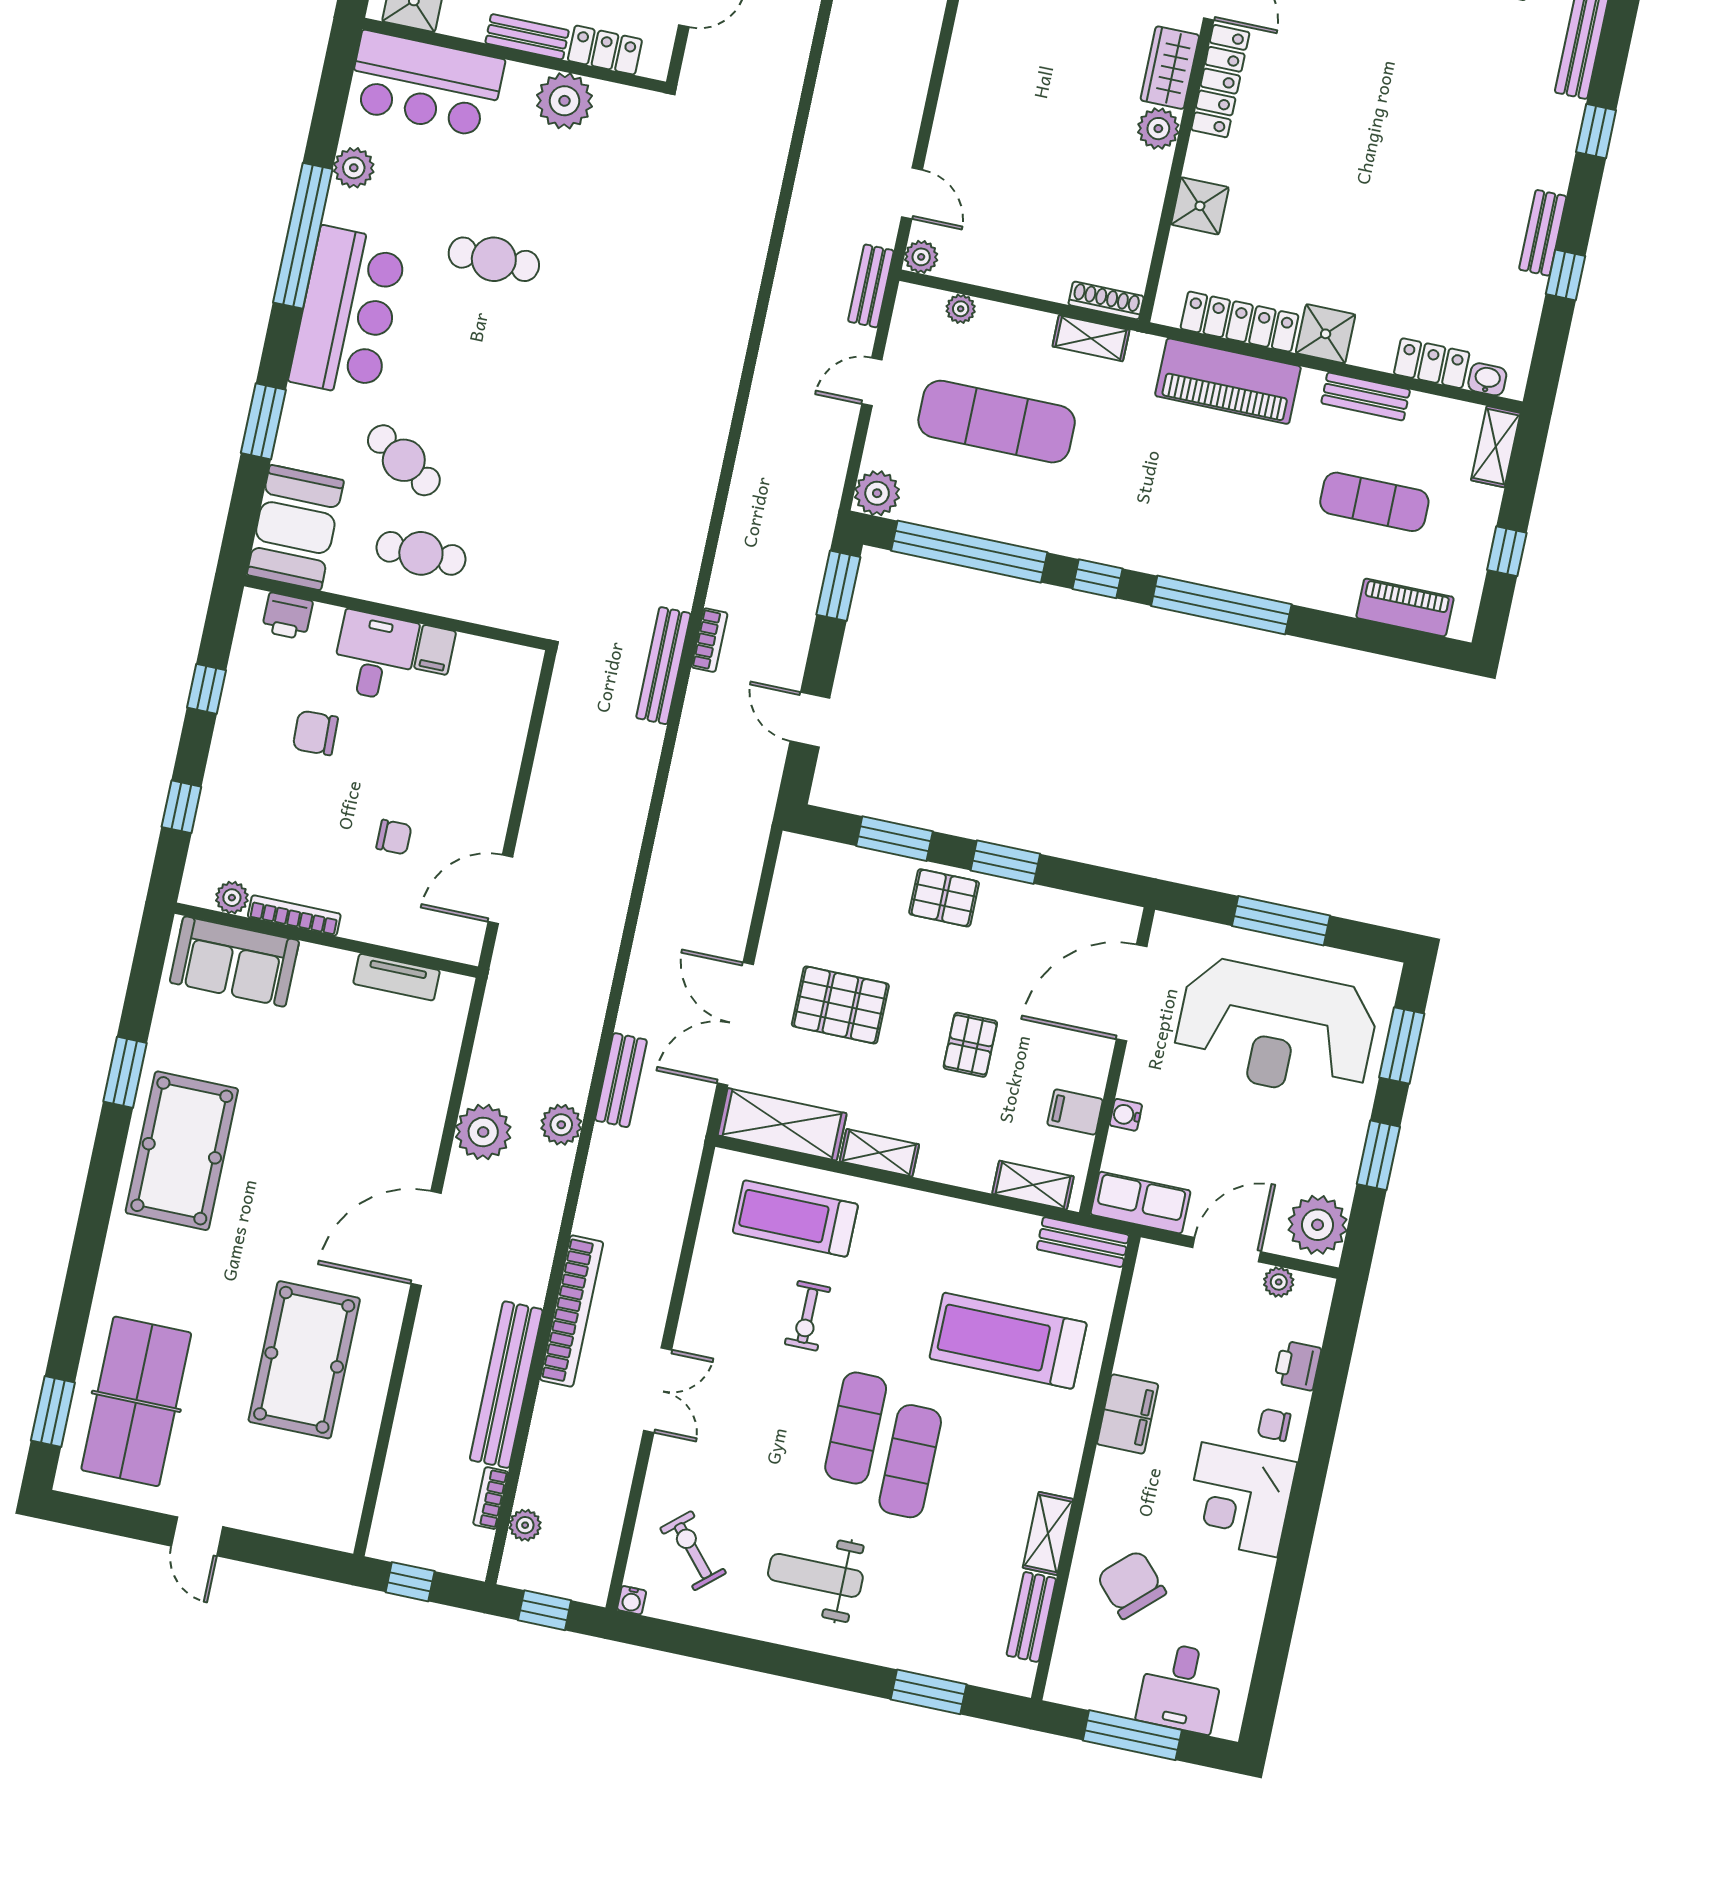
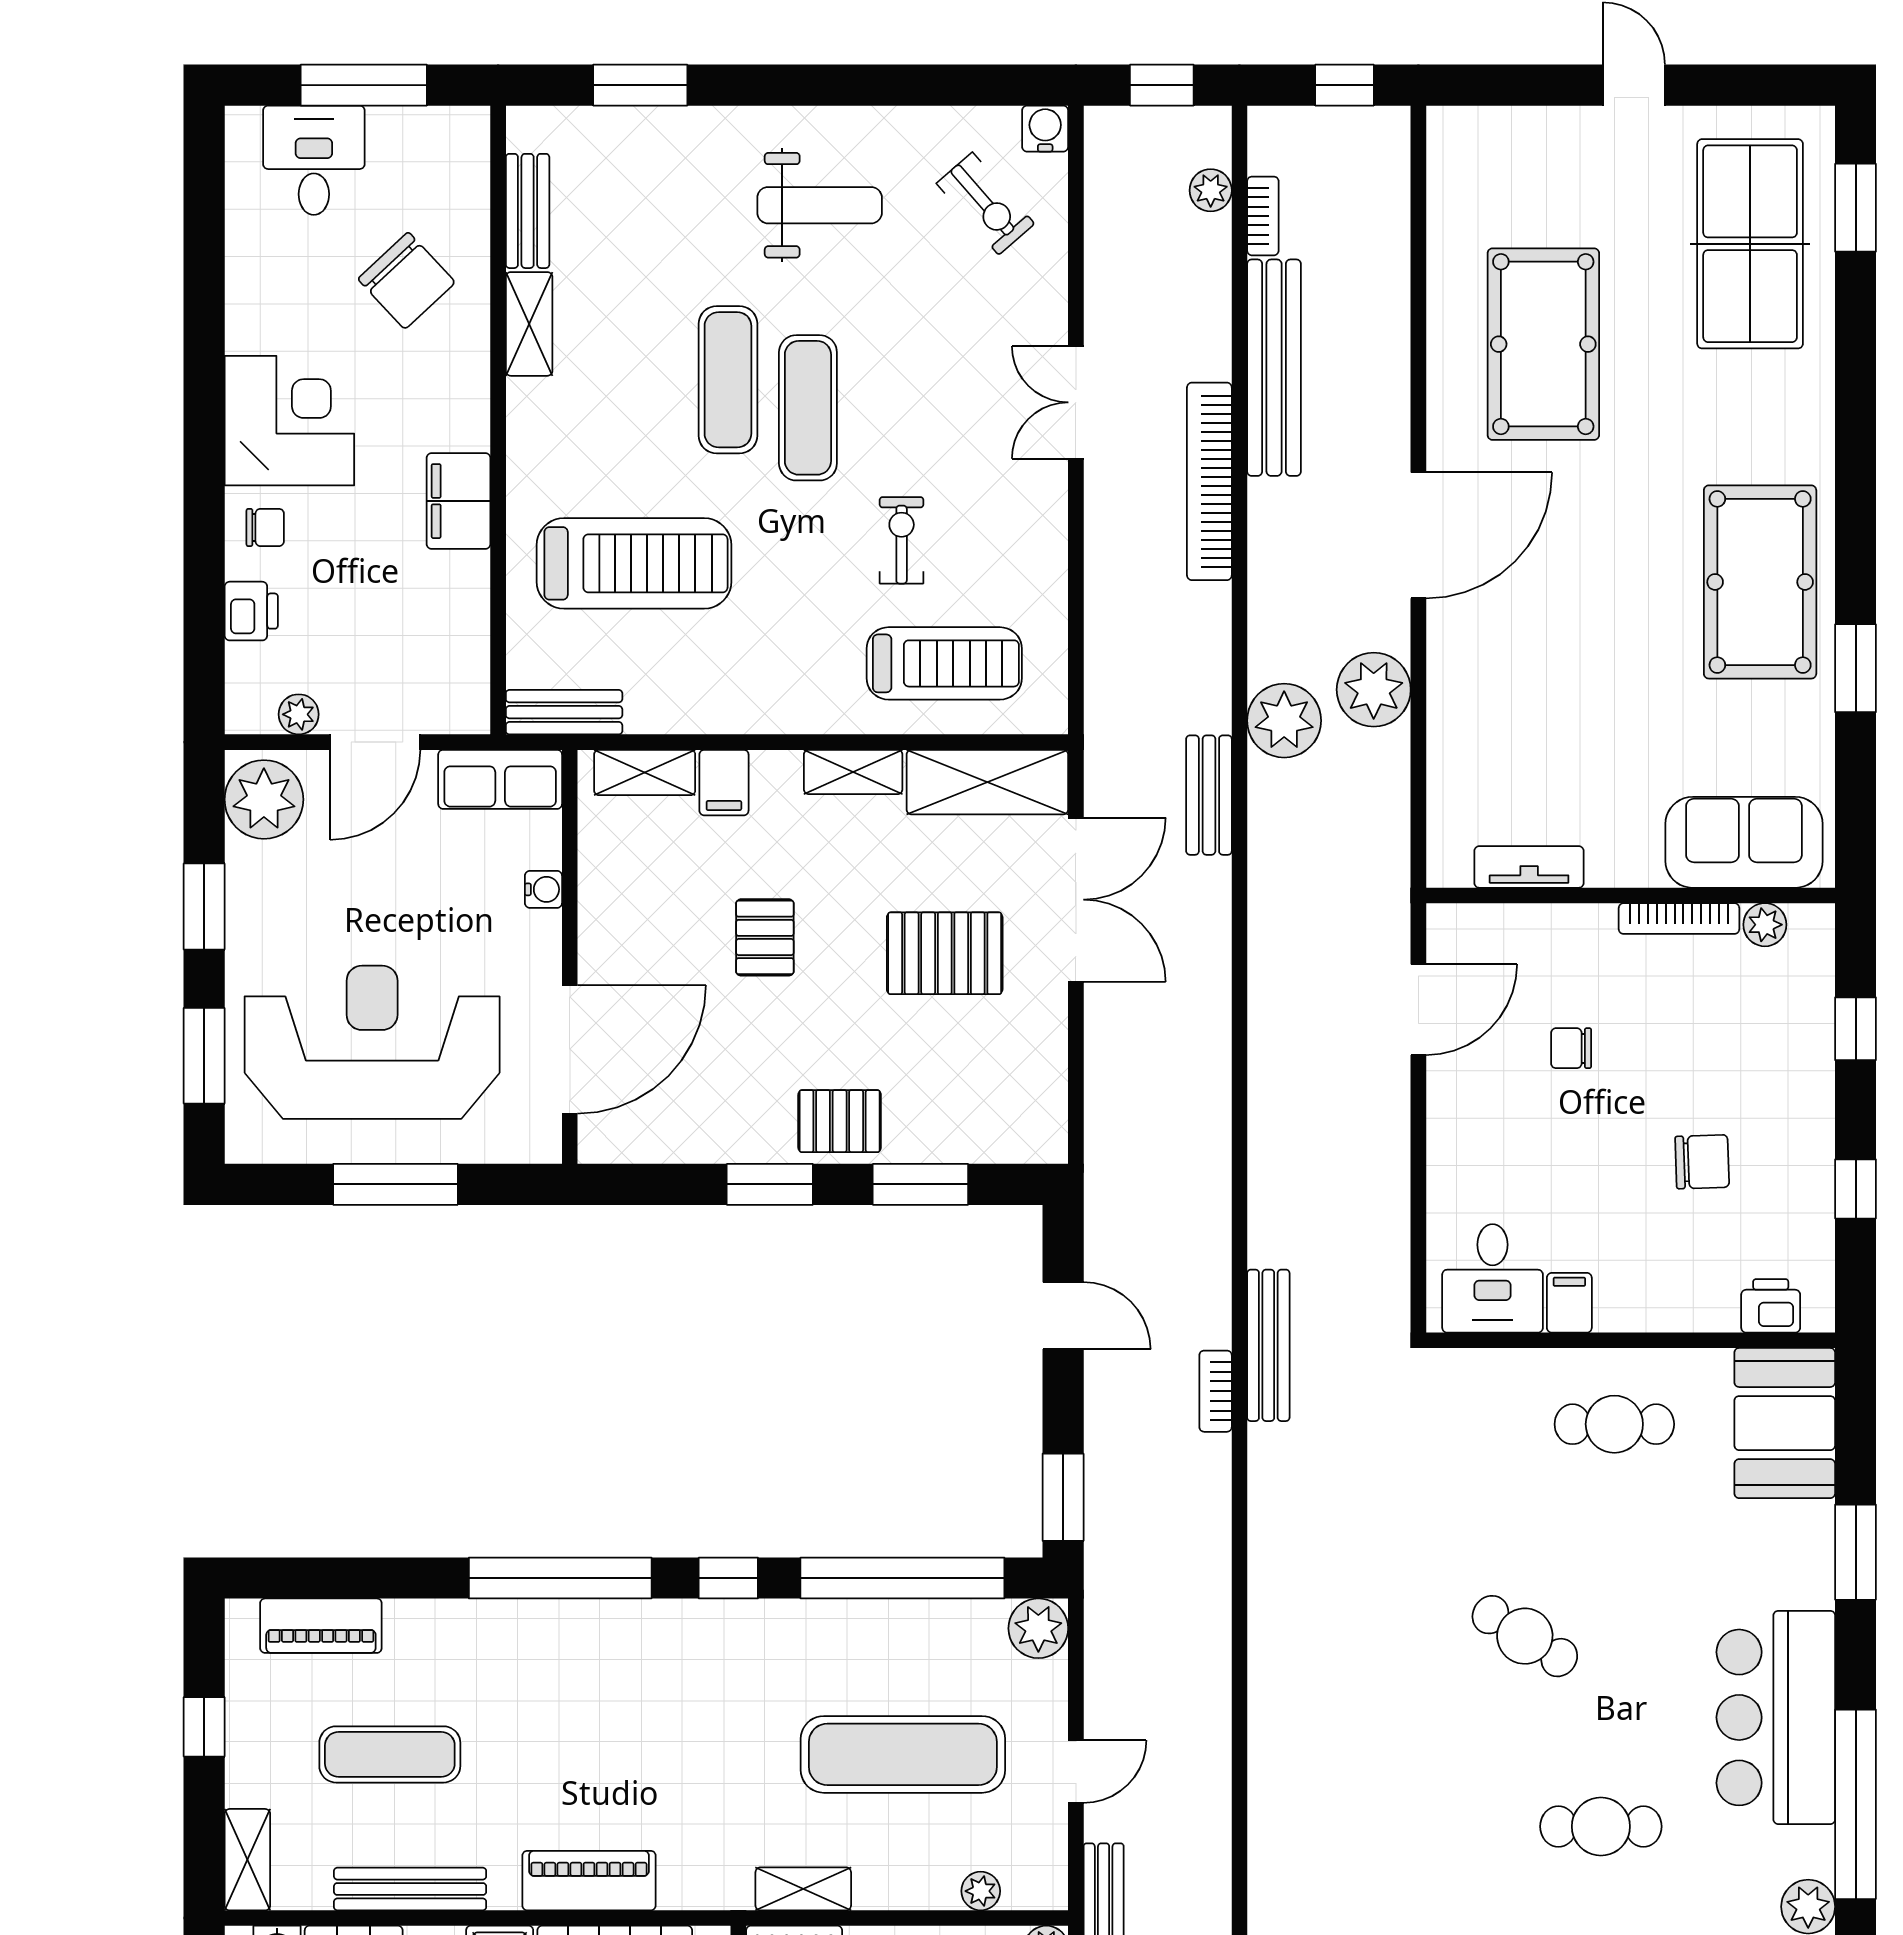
piano: (1228, 381) -> (589, 1881), width x0.73, depth x0.75
bench: (1366, 396) -> (410, 1889), width x1.36
cafe table: (404, 460) -> (1525, 1636), moved
desk: (375, 656) -> (1493, 1278), moved
filing cabinet: (1075, 1112) -> (724, 783), moved, turned 90
plant: (561, 1125) -> (1284, 721), width x1.36, depth x1.36
water cooler: (632, 1600) -> (1045, 129), width x1.38, depth x1.38

